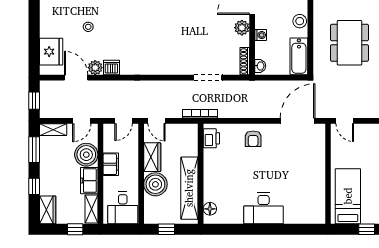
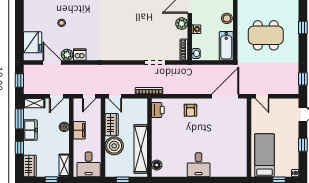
dining table: (349, 43) -> (266, 35), turned 90
boiler: (86, 155) -> (64, 127), width x0.54, depth x0.54
freezer: (89, 181) -> (30, 130), moved, turned 180
desk: (264, 208) -> (199, 165), width x0.73

